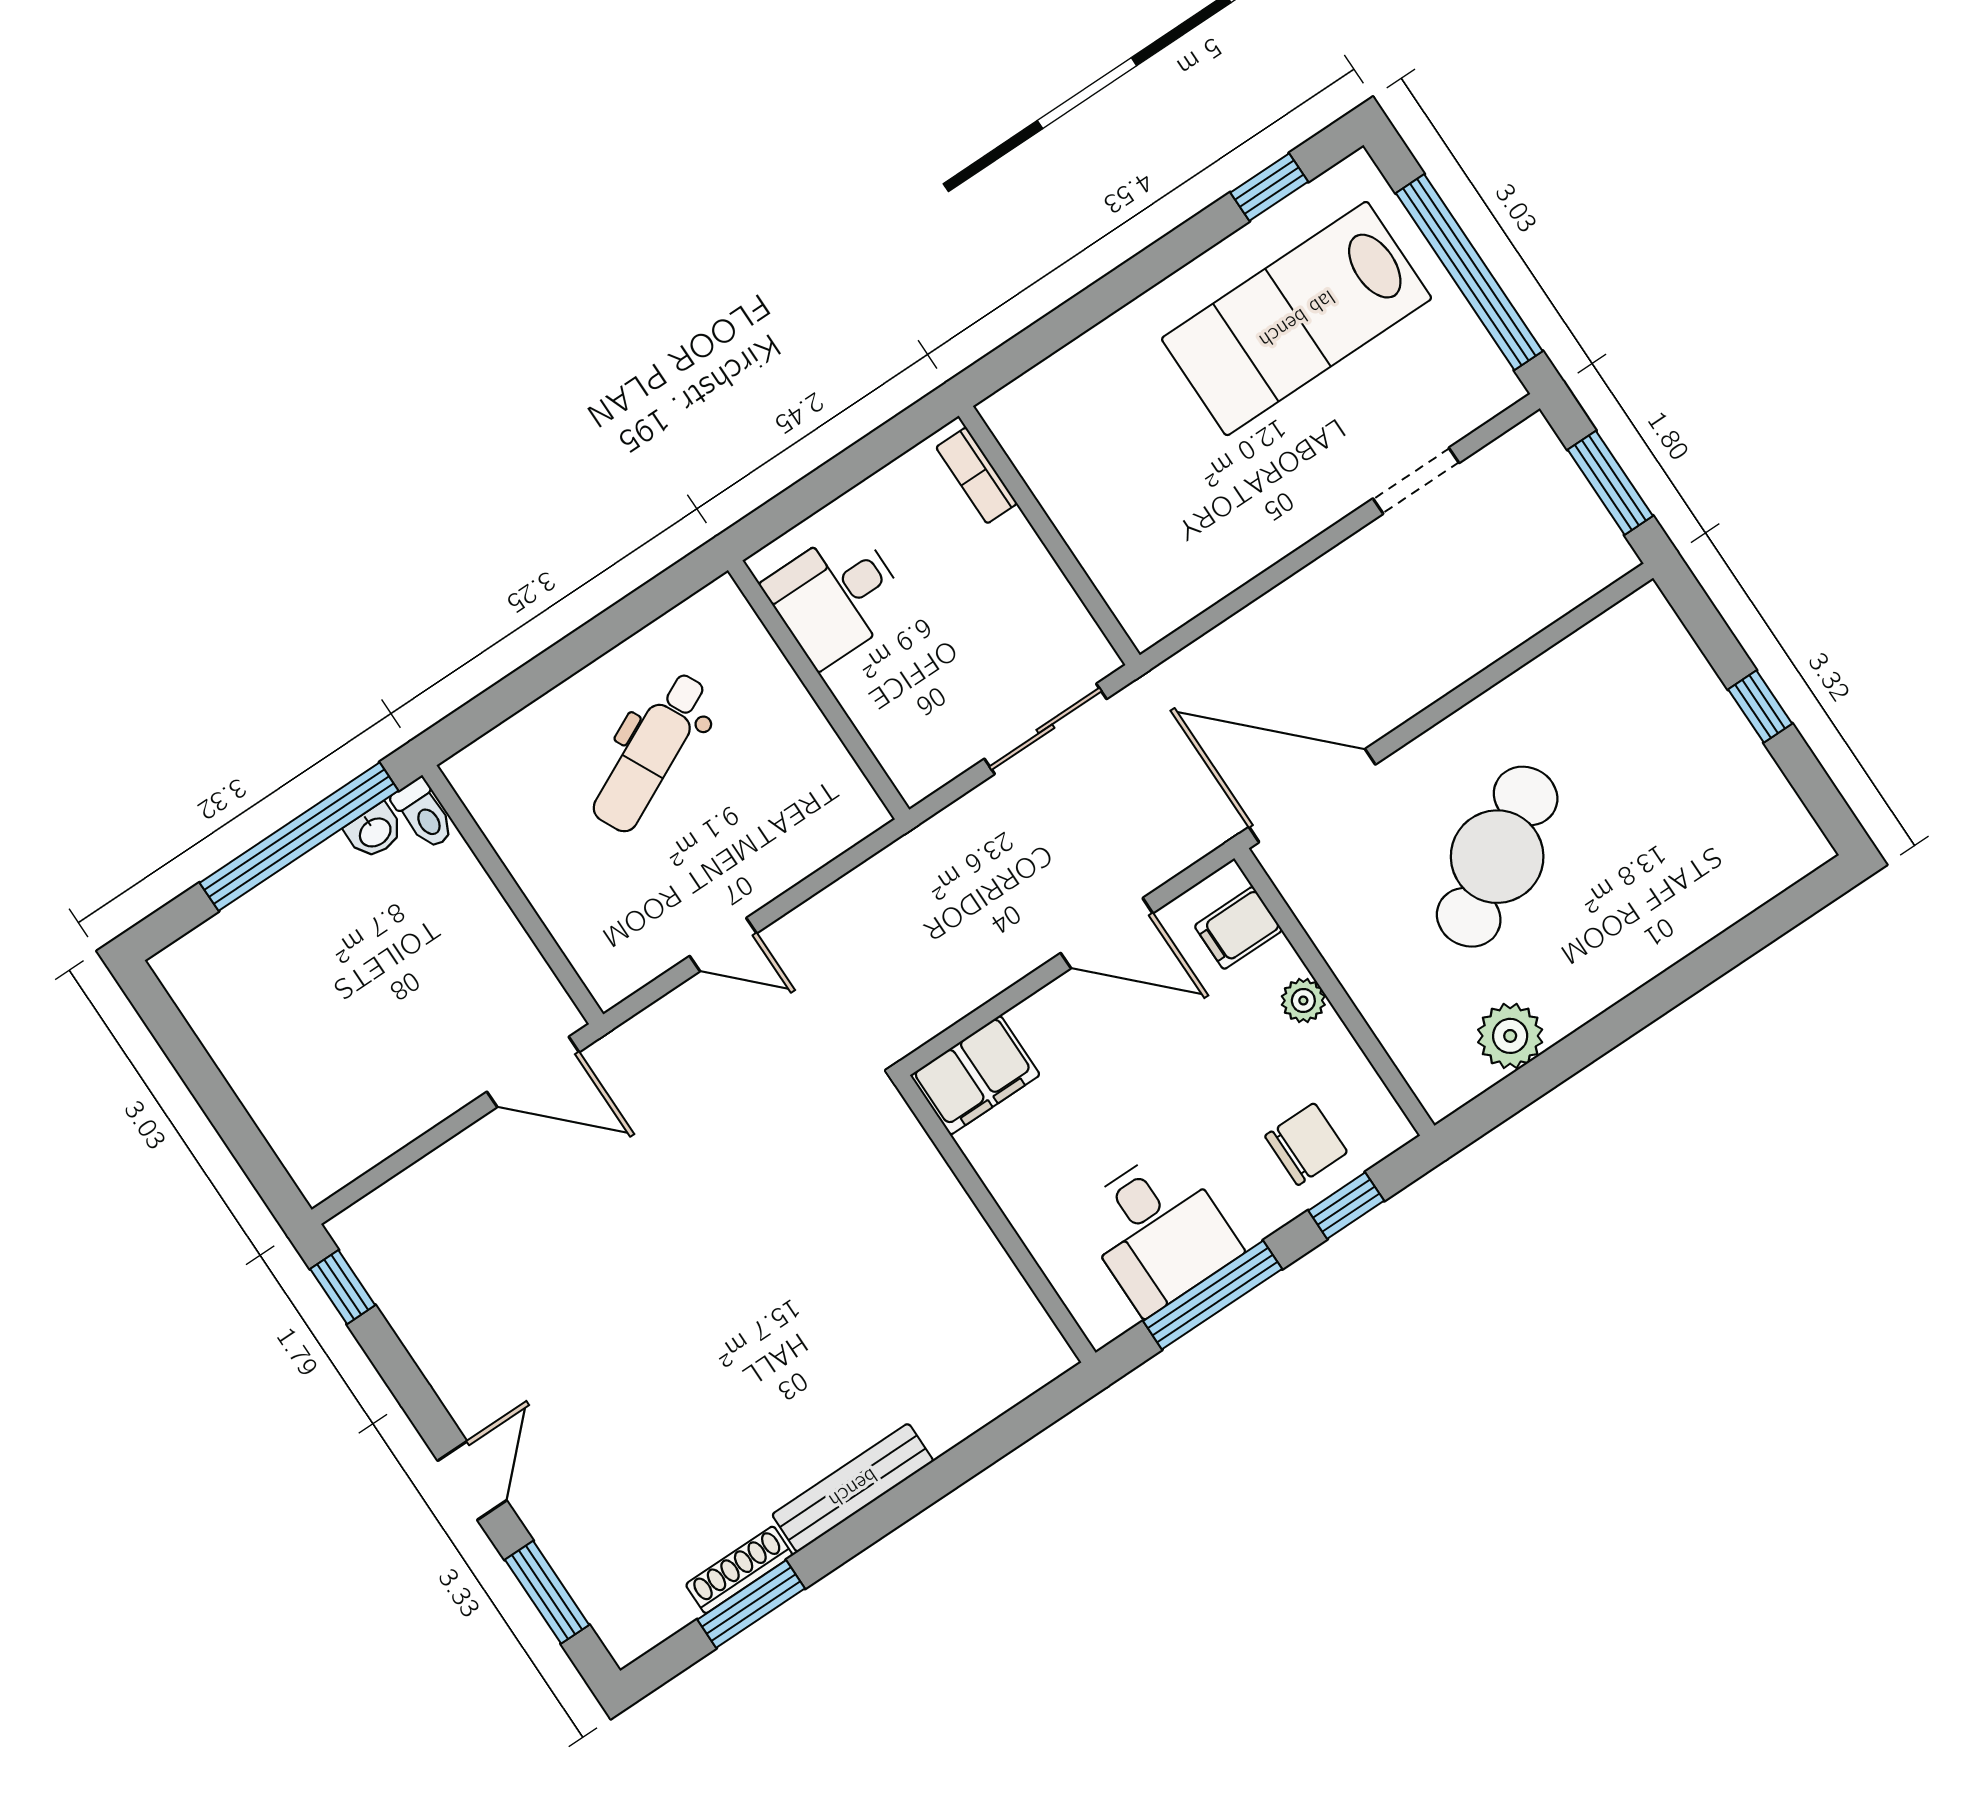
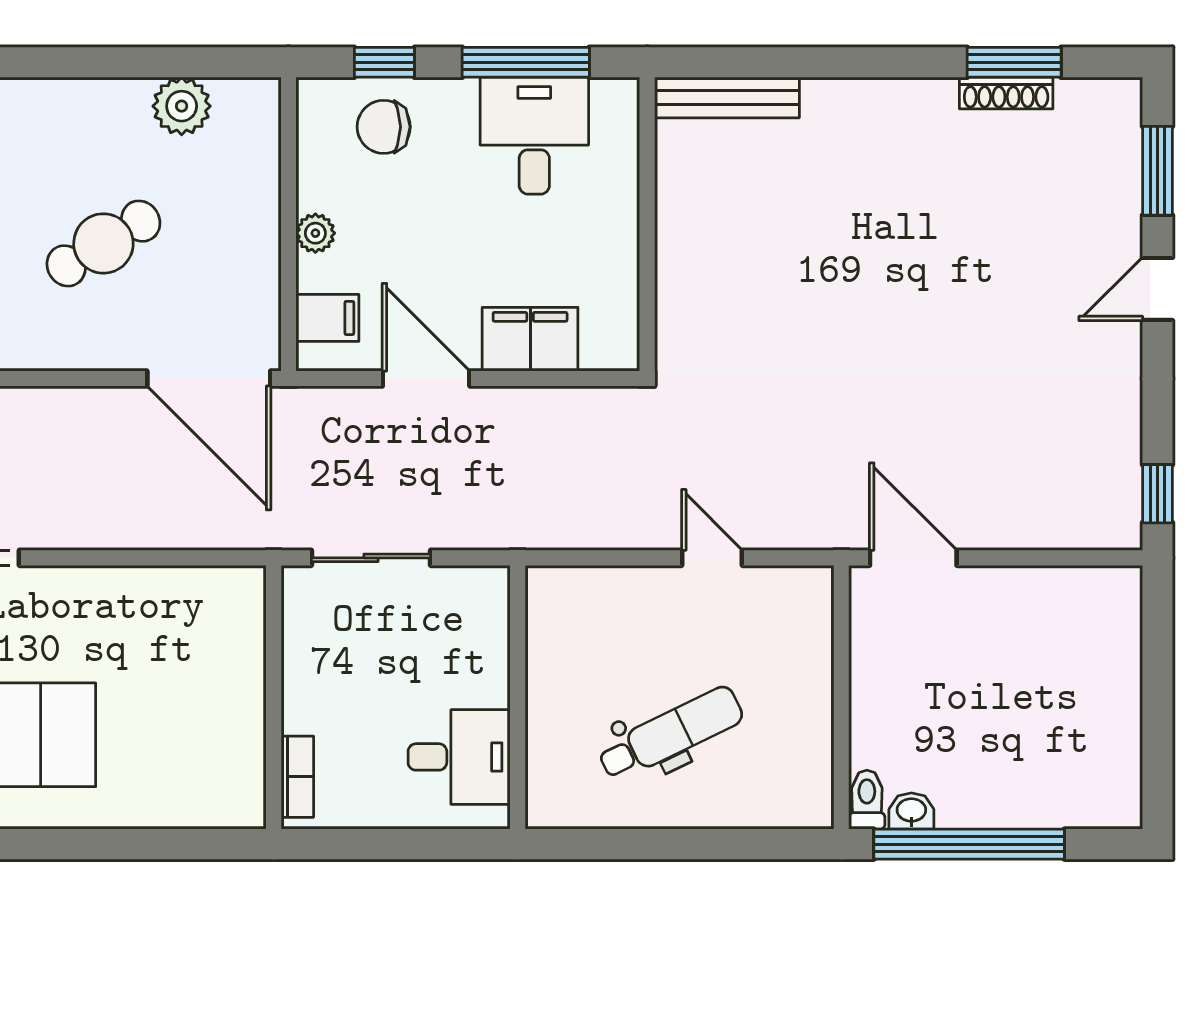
cafe table: (1497, 857) -> (103, 243), width x0.73, depth x0.74
filing cabinet: (975, 1075) -> (530, 339), moved
bench: (853, 1488) -> (727, 97), moved

